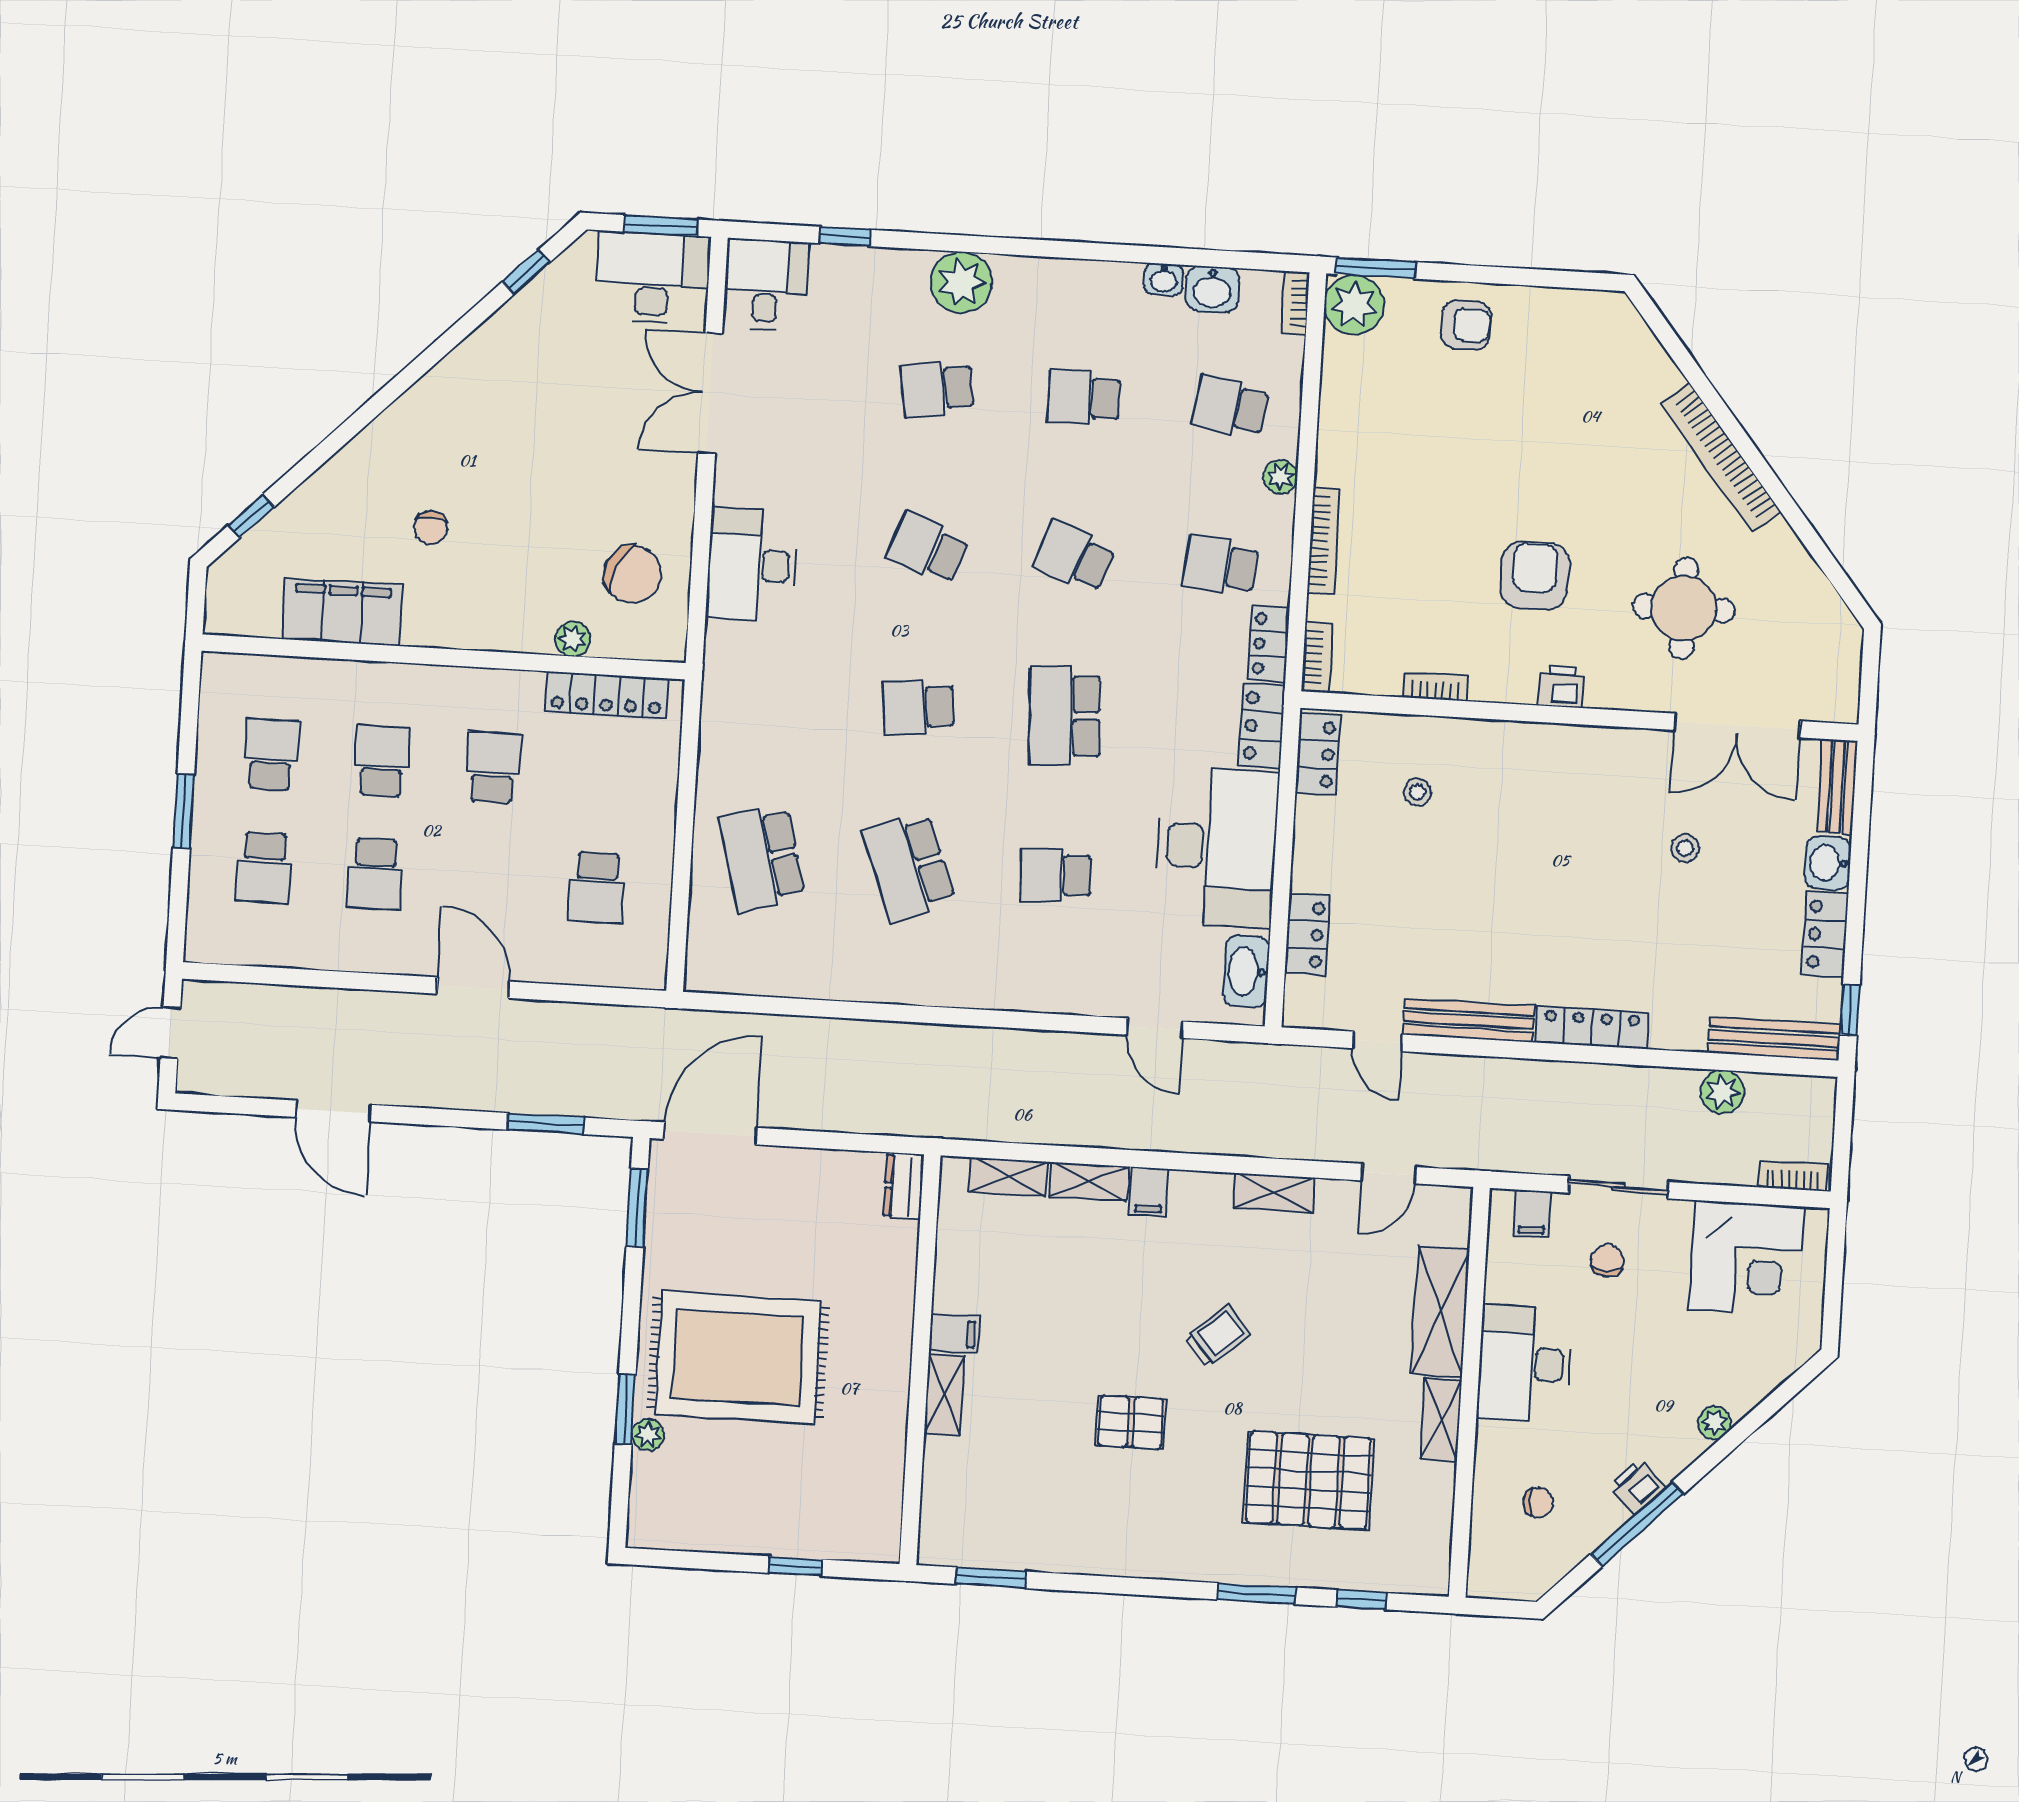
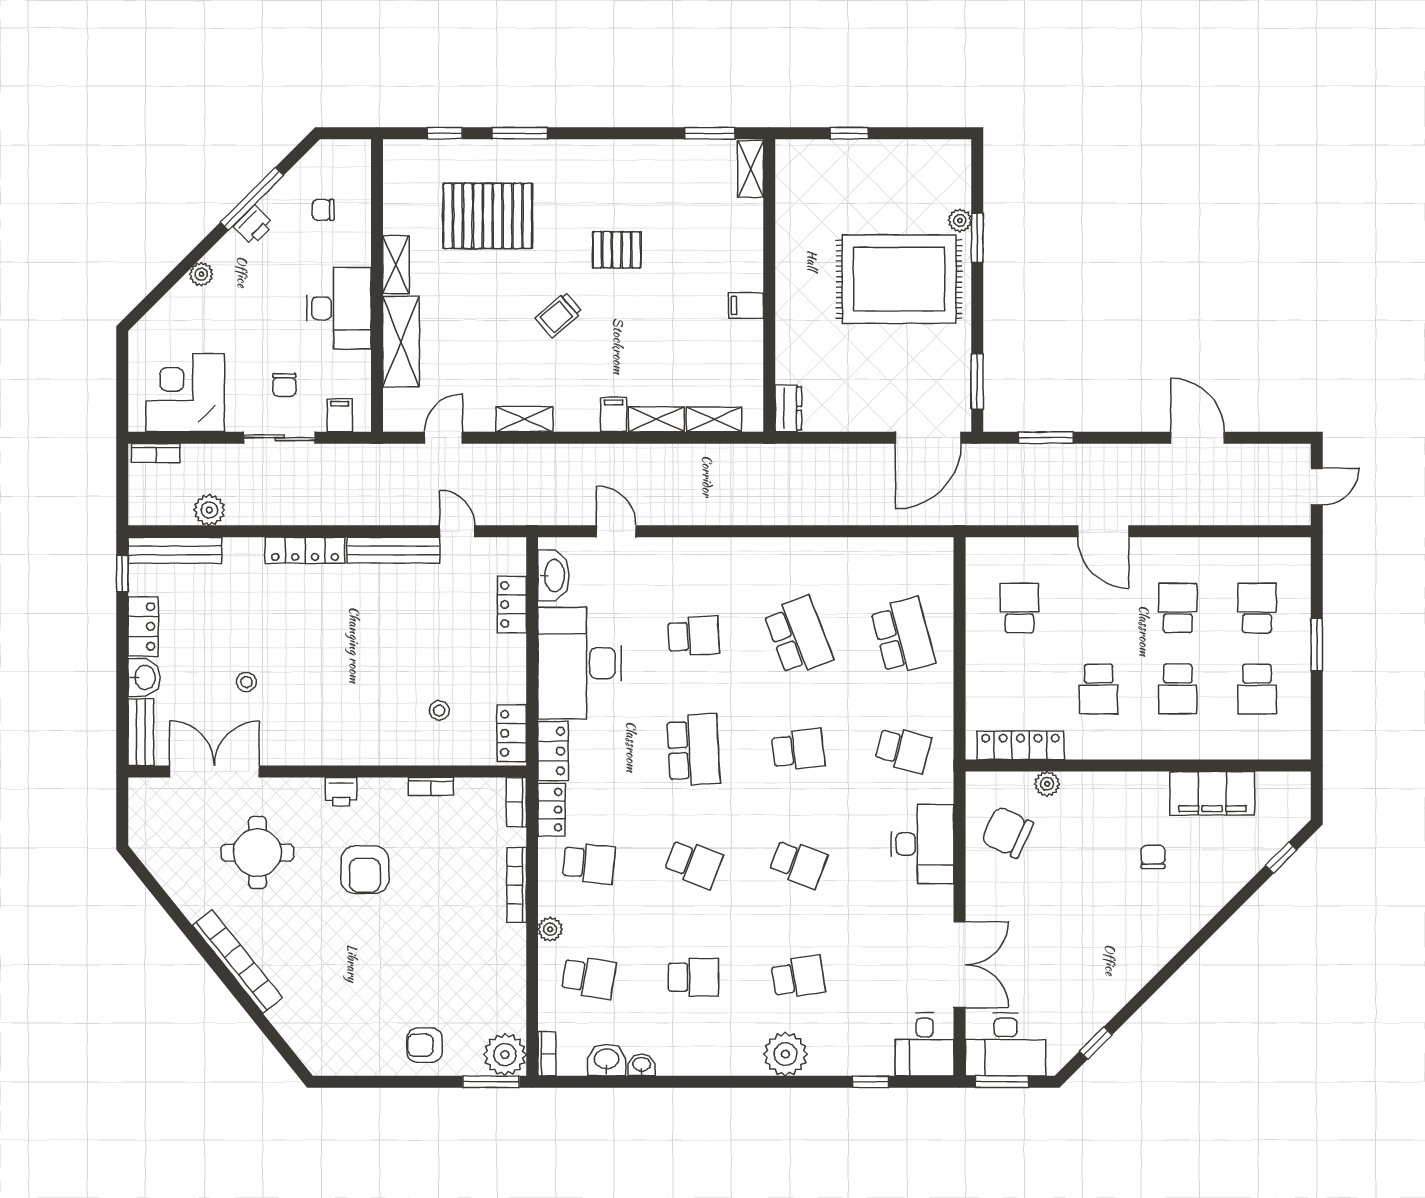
school desk: (772, 699) -> (903, 750), added
shelving: (944, 1395) -> (751, 169), moved

